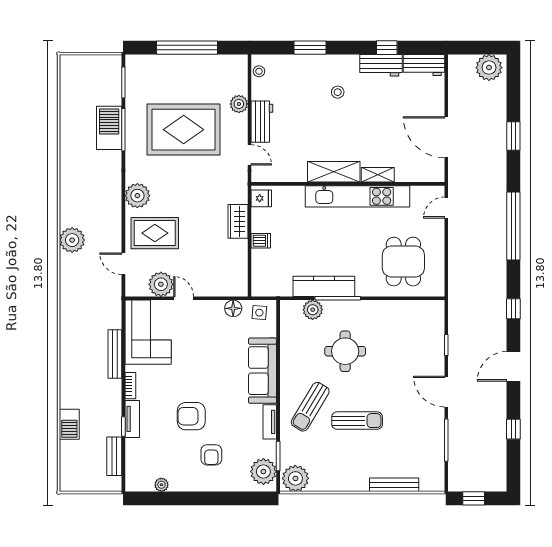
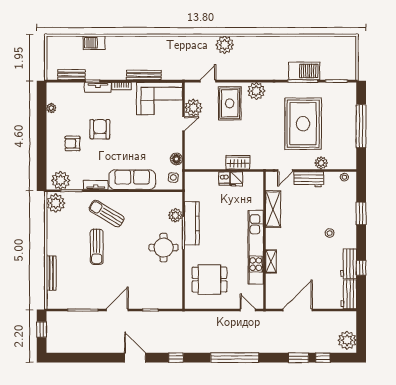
shelving: (334, 172) -> (273, 209), moved
fridge: (261, 198) -> (236, 179), moved
round table: (345, 351) -> (164, 248), moved
window: (513, 429) -> (323, 358), moved

